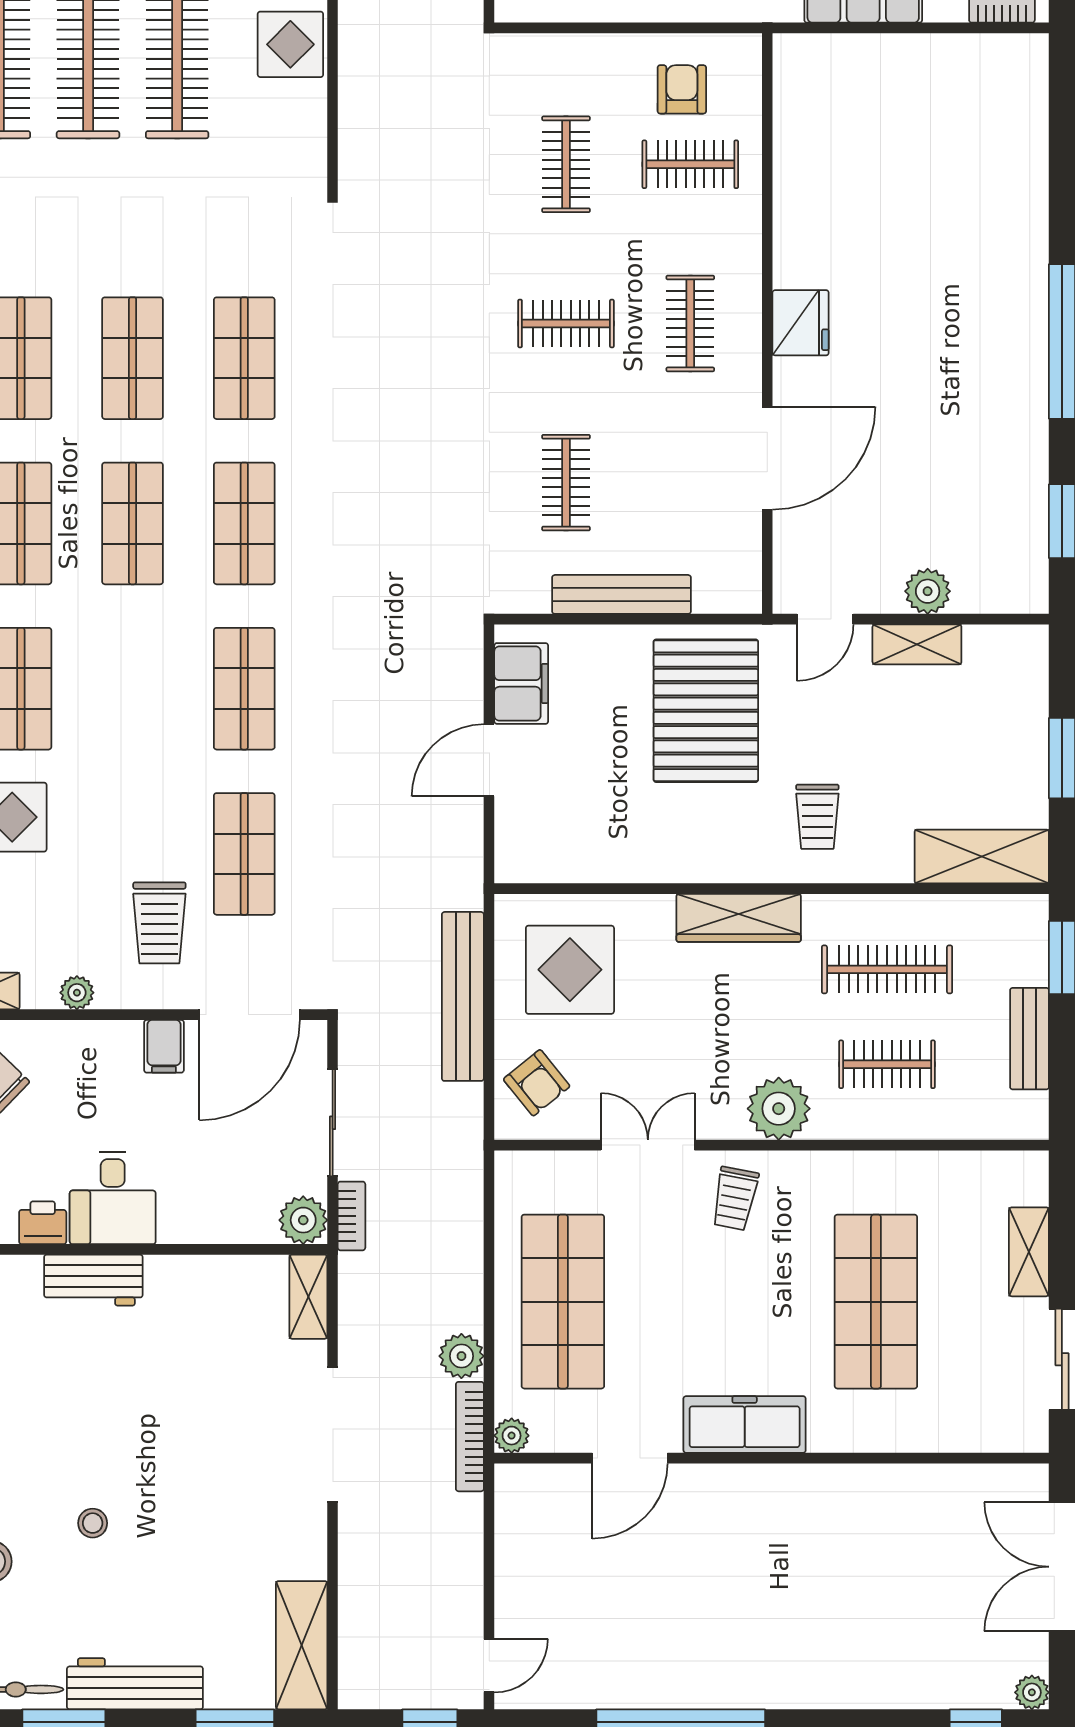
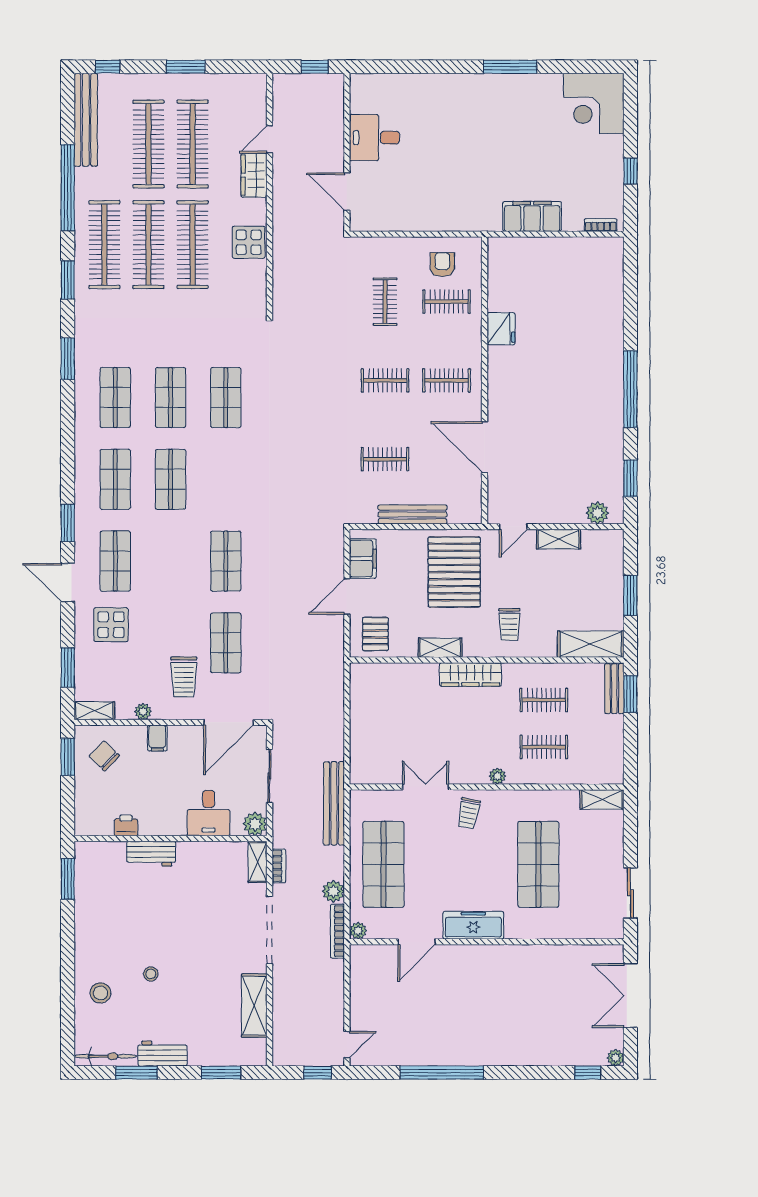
clothes rail: (690, 323) -> (446, 380), turned 90
fridge: (801, 323) -> (501, 329), moved
door: (767, 458) -> (485, 447), swing flipped
clothes rail: (566, 483) -> (385, 459), turned 90
shop shelf: (244, 523) -> (226, 479), removed
plant: (928, 591) -> (597, 513), moved
pallet: (546, 836) -> (375, 634), added
shelving: (677, 864) -> (440, 648), added
clothes rail: (887, 969) -> (544, 700), width x0.73
display table: (570, 970) -> (387, 700), removed
bench: (463, 996) -> (334, 803), moved
bench: (1030, 1039) -> (614, 689), moved
filing cabinet: (164, 1046) -> (157, 738), moved
armchair: (537, 1083) -> (370, 756), removed
plant: (779, 1109) -> (497, 776), width x0.53, depth x0.53
desk: (113, 1198) -> (209, 813), moved
bookcase: (352, 1216) -> (279, 866), moved
shelving: (1029, 1252) -> (602, 799), moved, turned 90
shelving: (302, 1645) -> (254, 1006), moved
workbench: (135, 1684) -> (163, 1053), width x0.73

